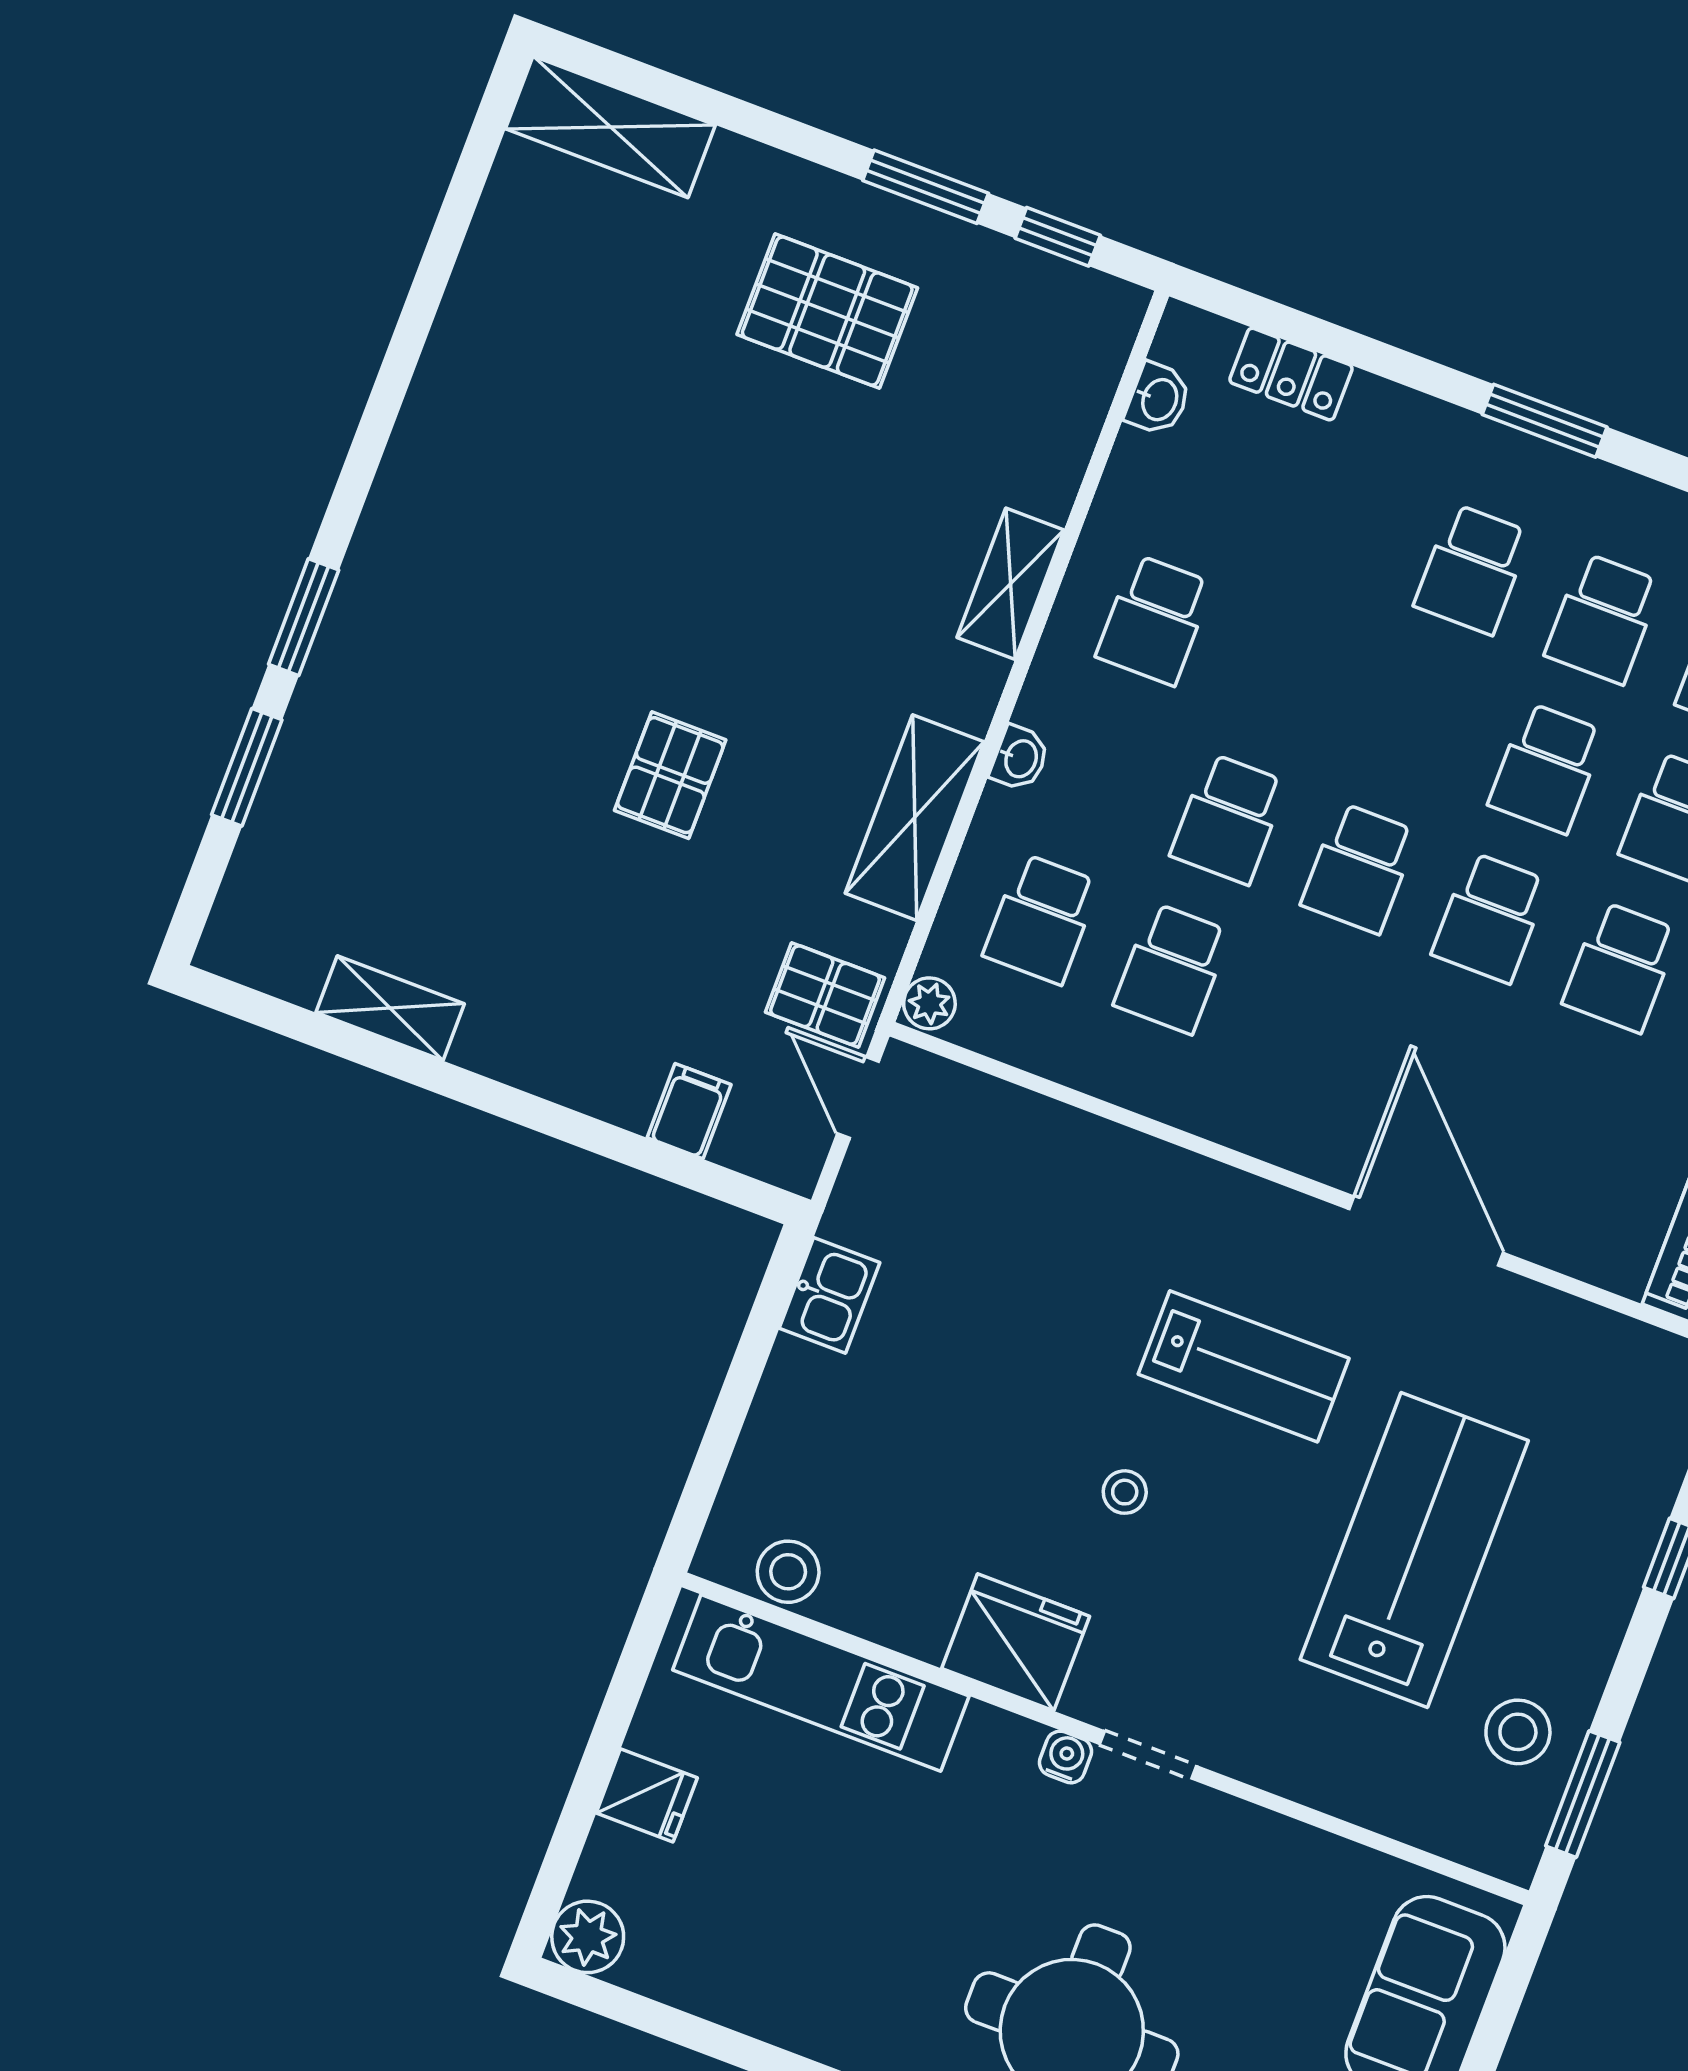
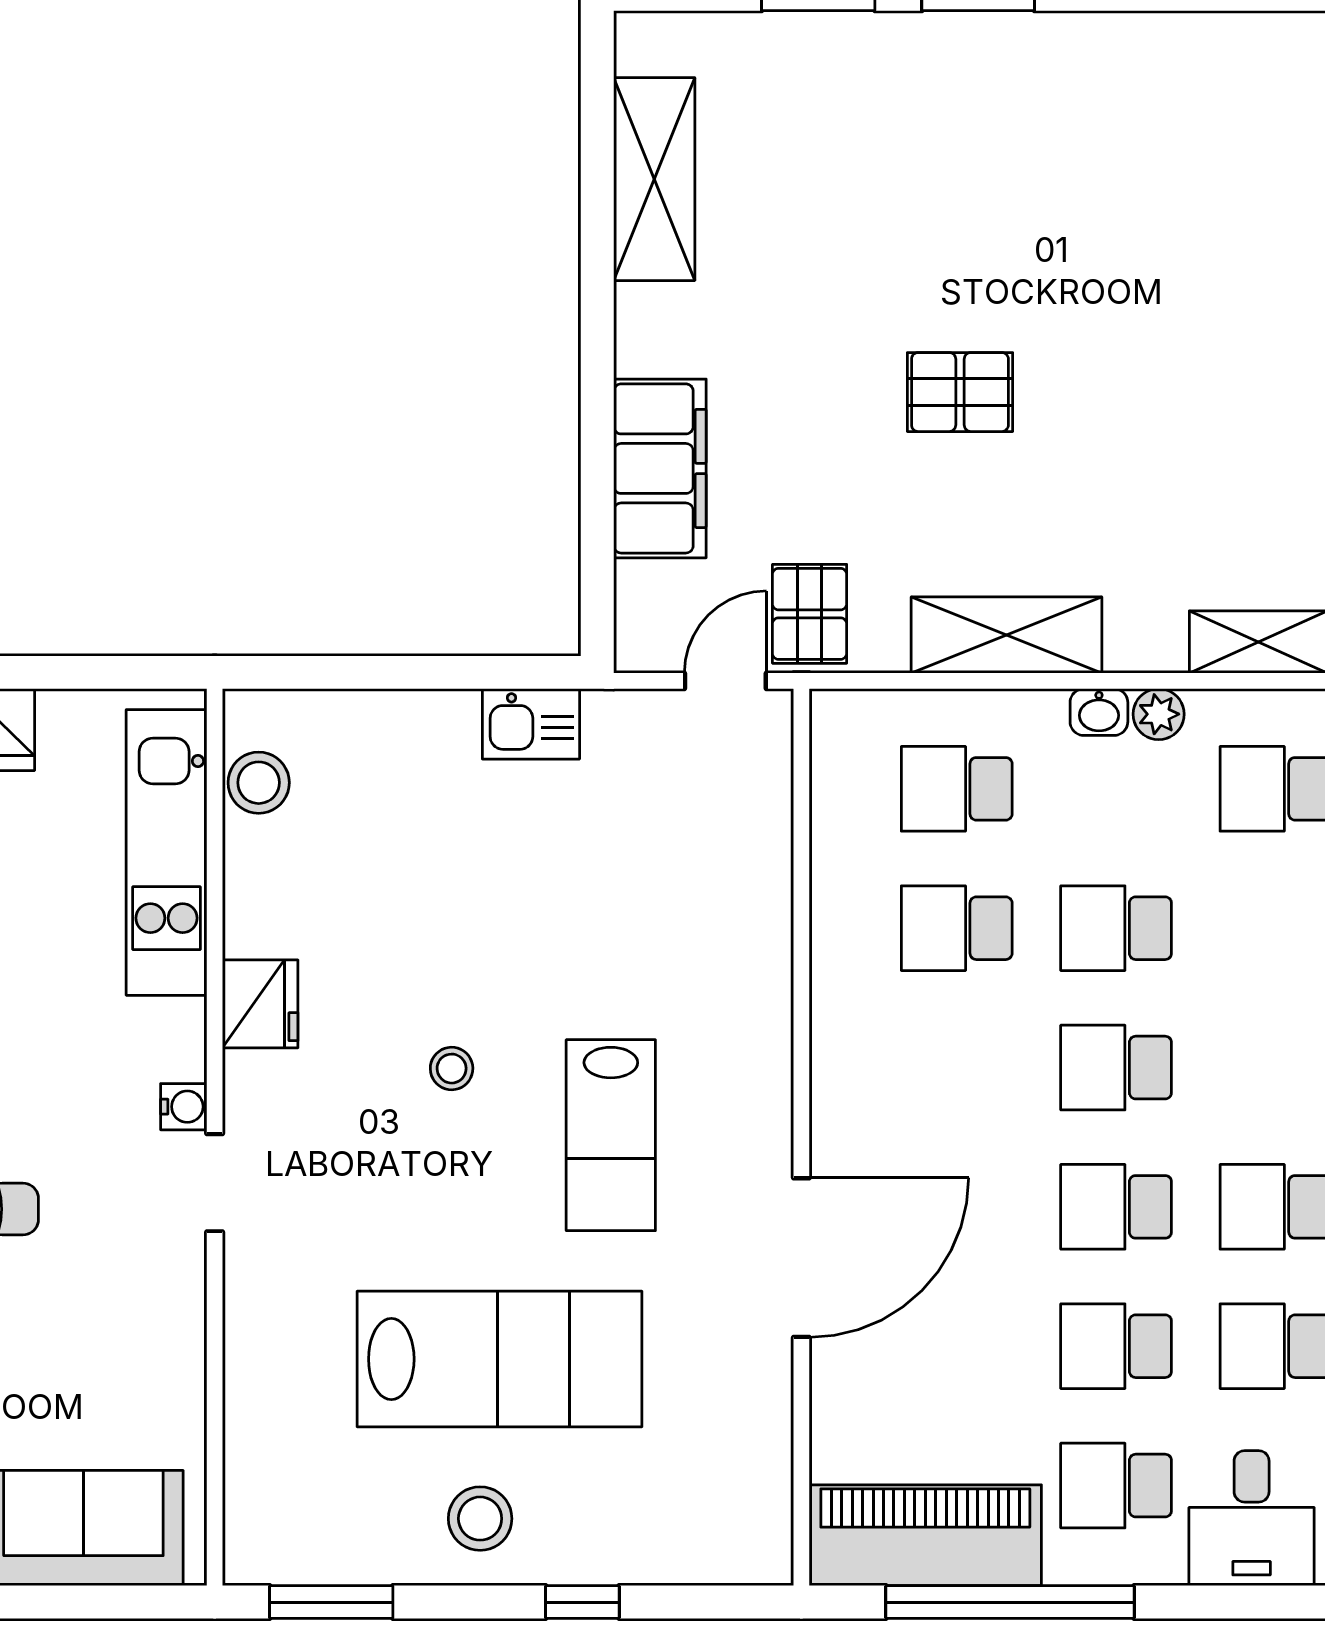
plant: (929, 1003) -> (1159, 714), moved
shelving: (390, 1008) -> (654, 179), width x1.50, depth x1.33
filing cabinet: (689, 1111) -> (660, 468), width x3.00, depth x1.17
fridge: (1016, 1642) -> (260, 1004), width x0.73, depth x0.75
stool: (1518, 1732) -> (480, 1519), moved

